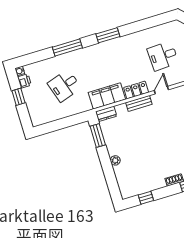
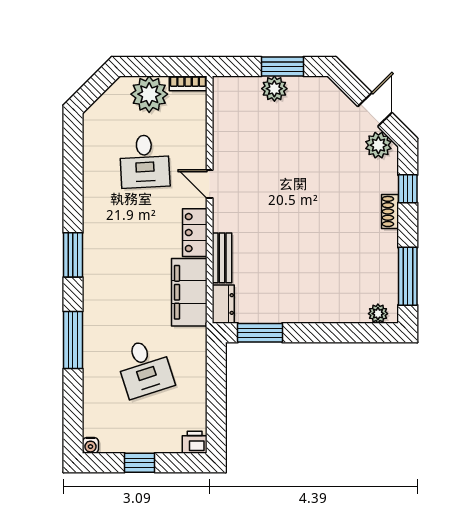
printer: (24, 81) -> (195, 442), moved
bench: (139, 103) -> (222, 258), moved
plant: (115, 160) -> (378, 314), moved
window: (146, 198) -> (408, 276), width x2.17

